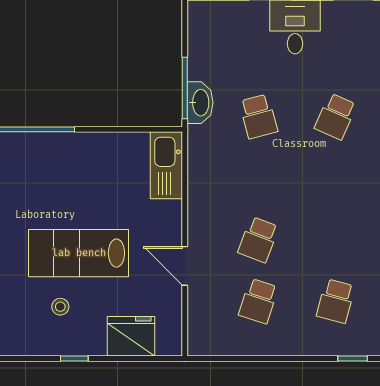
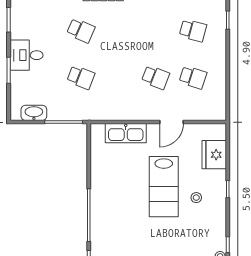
washbasin: (200, 103) -> (34, 113), moved
school desk: (258, 116) -> (81, 77), turned 36
kitchen sink: (166, 165) -> (126, 133), moved

